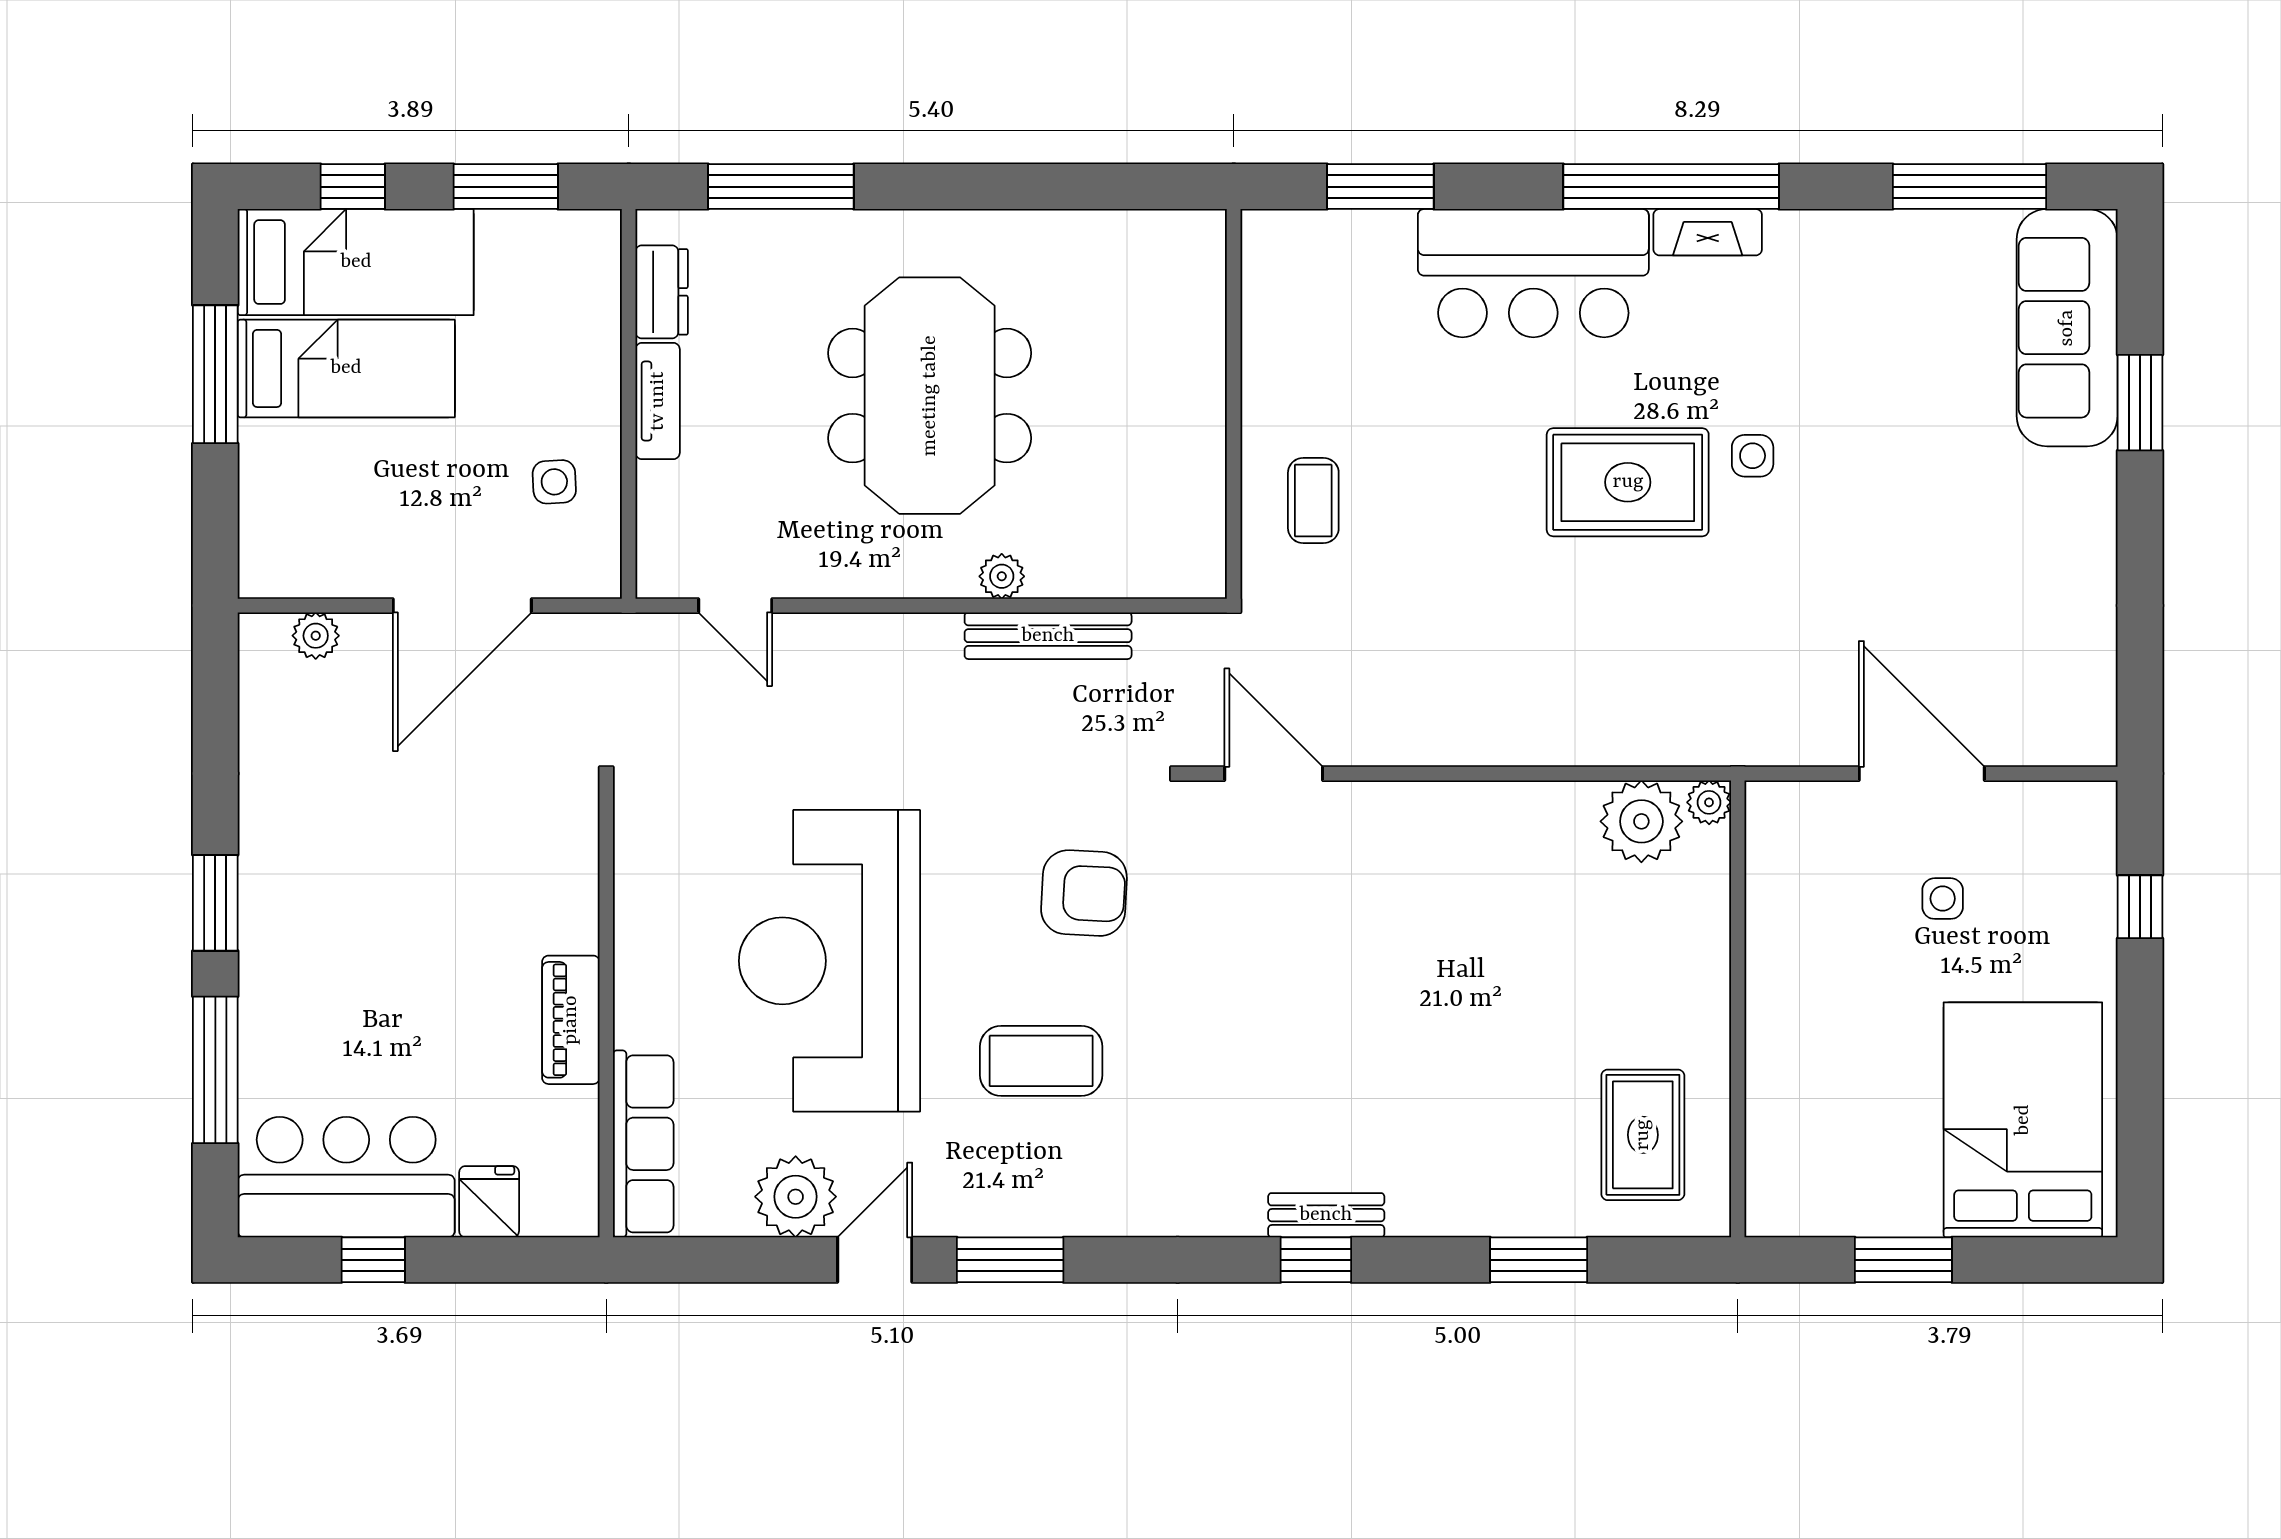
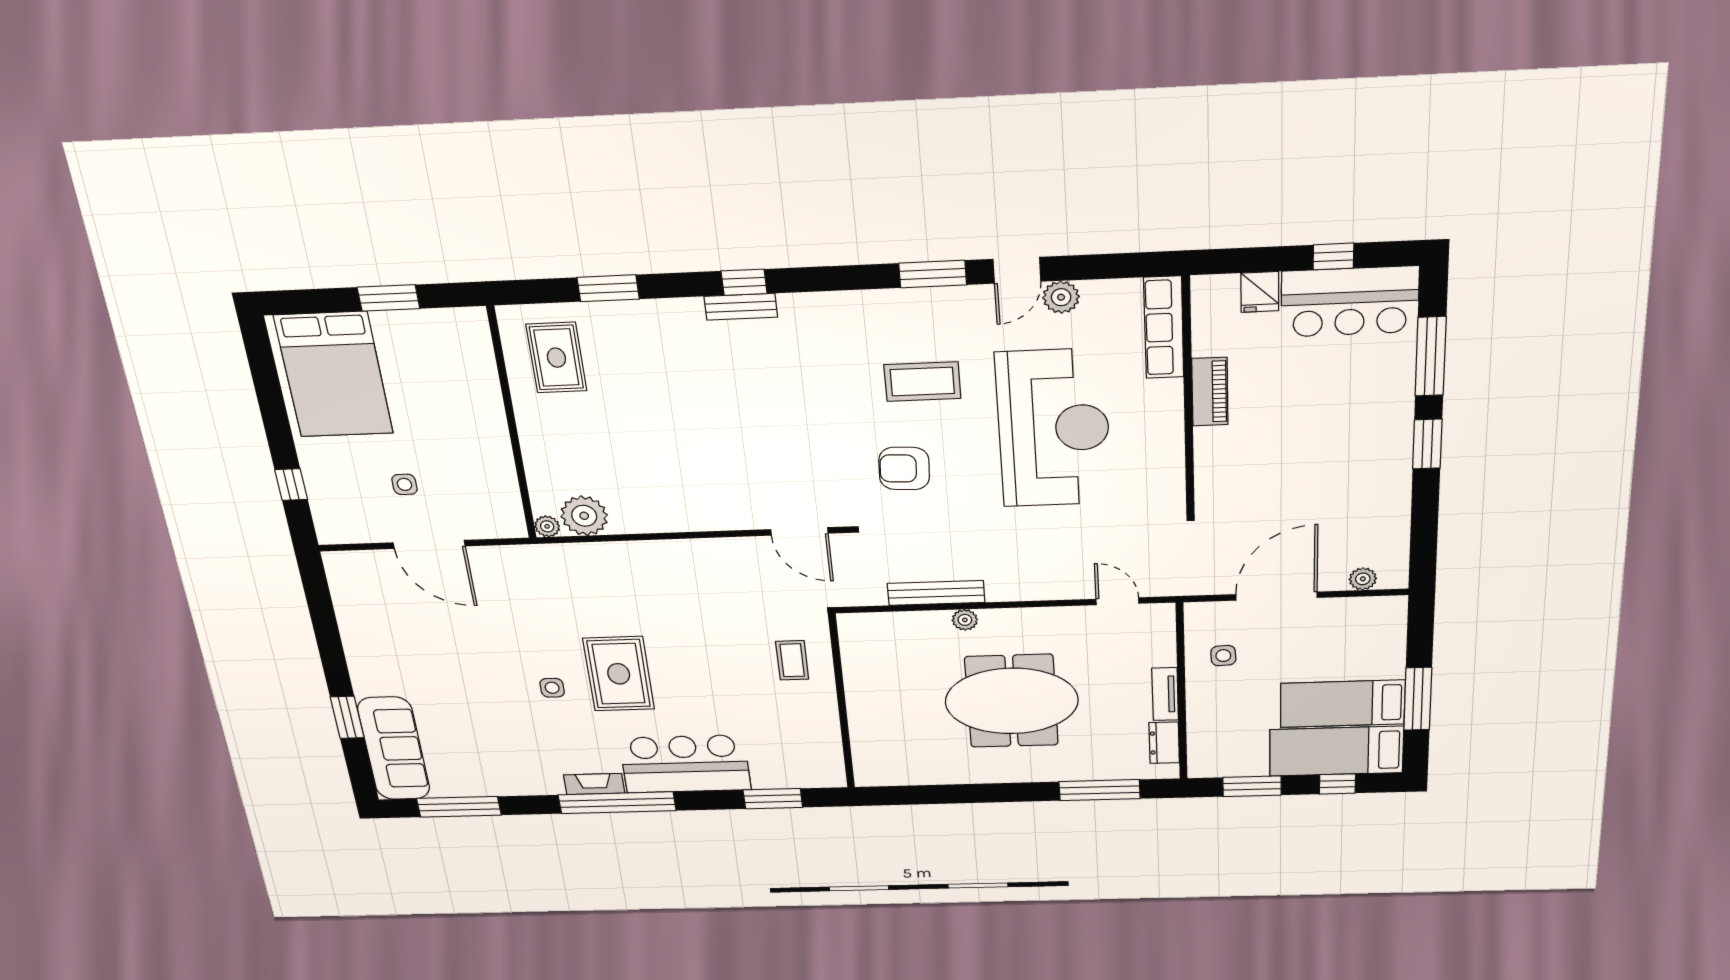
meeting table: (930, 396) -> (1012, 701), turned 90
rug: (1628, 482) -> (619, 674), turned 90
plant: (796, 1197) -> (1061, 297), width x0.73, depth x0.73

